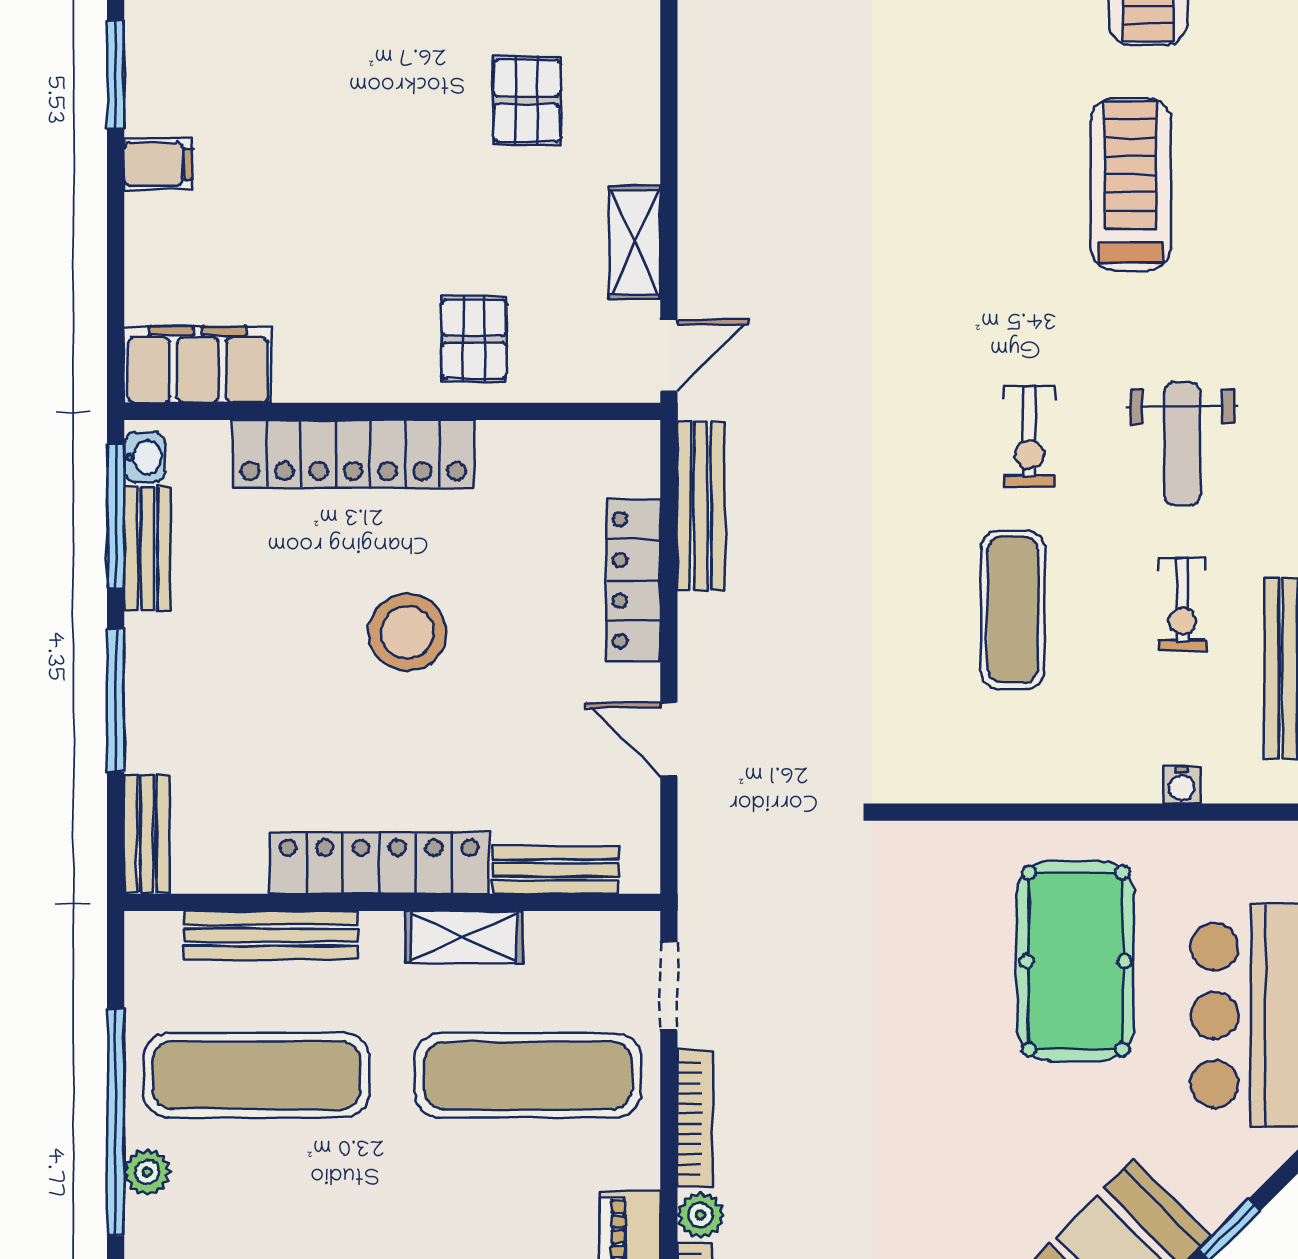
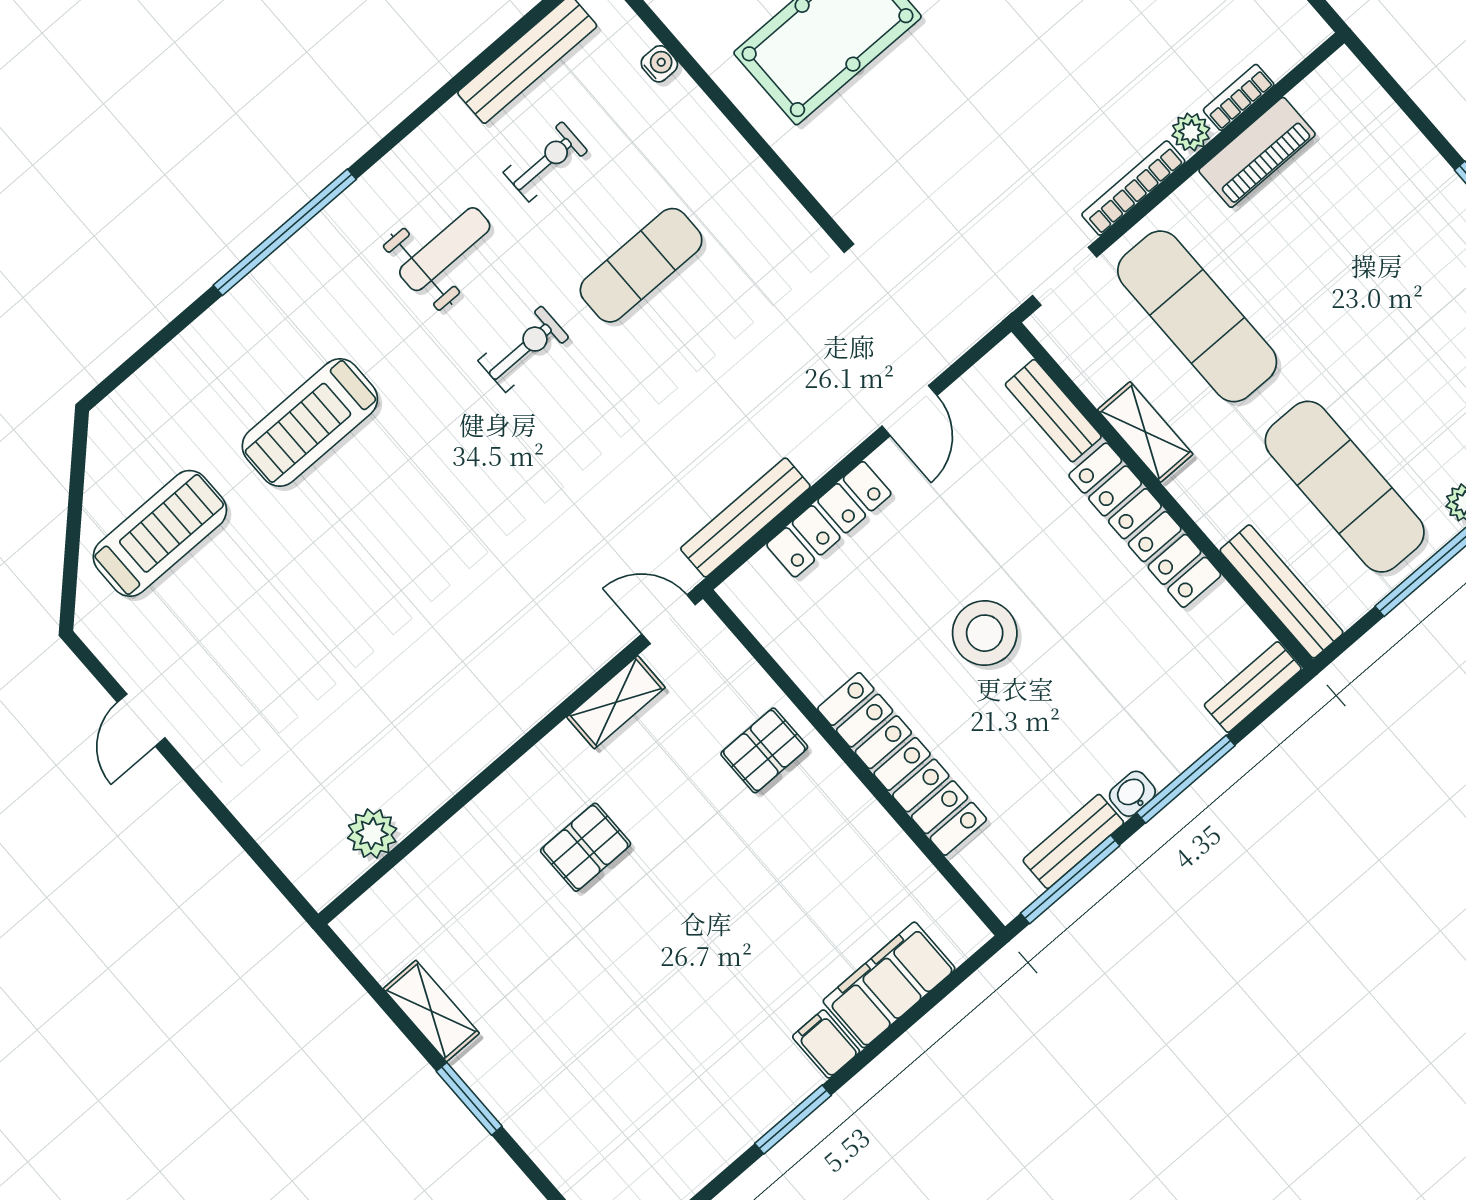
filing cabinet: (198, 365) -> (889, 985), moved, turned 90
washbasin: (145, 457) -> (1132, 794), moved
bench: (271, 935) -> (1282, 591), moved

